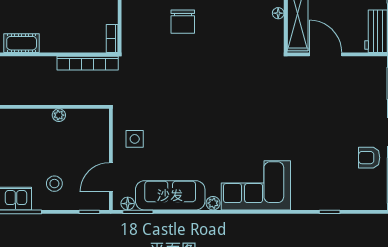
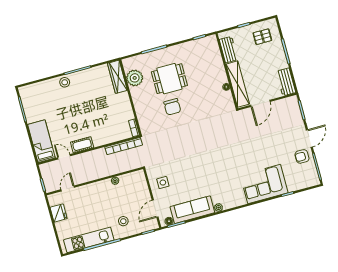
door: (326, 54) -> (260, 103), swing flipped
corner sofa: (256, 185) -> (264, 184), moved

